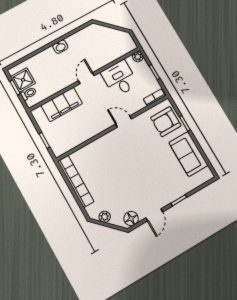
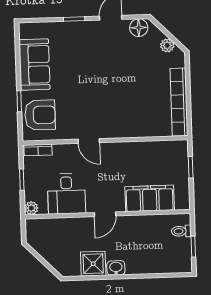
shower: (23, 80) -> (93, 264), moved

